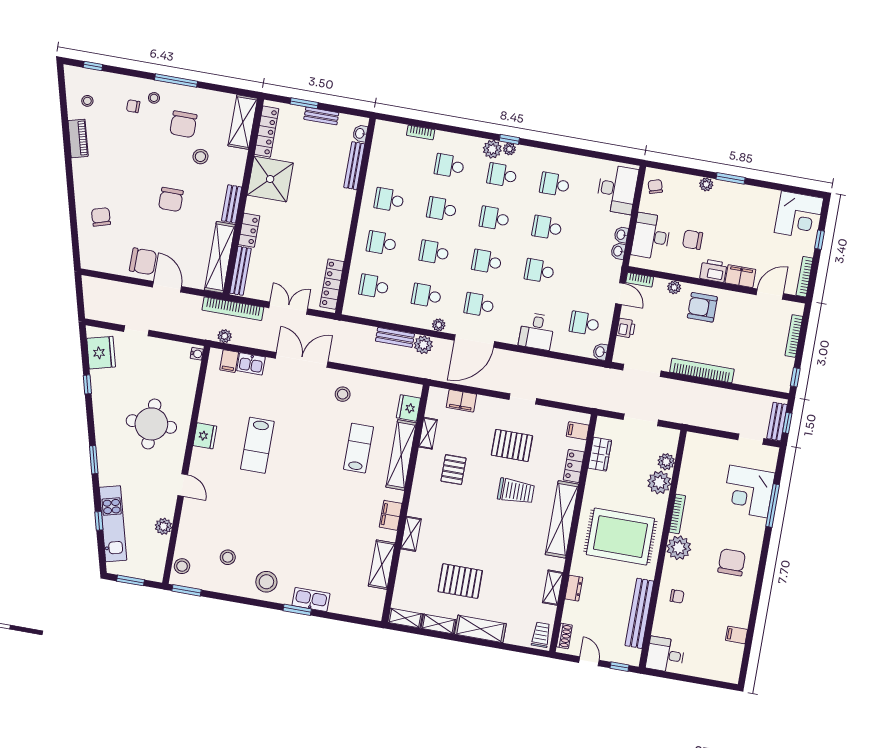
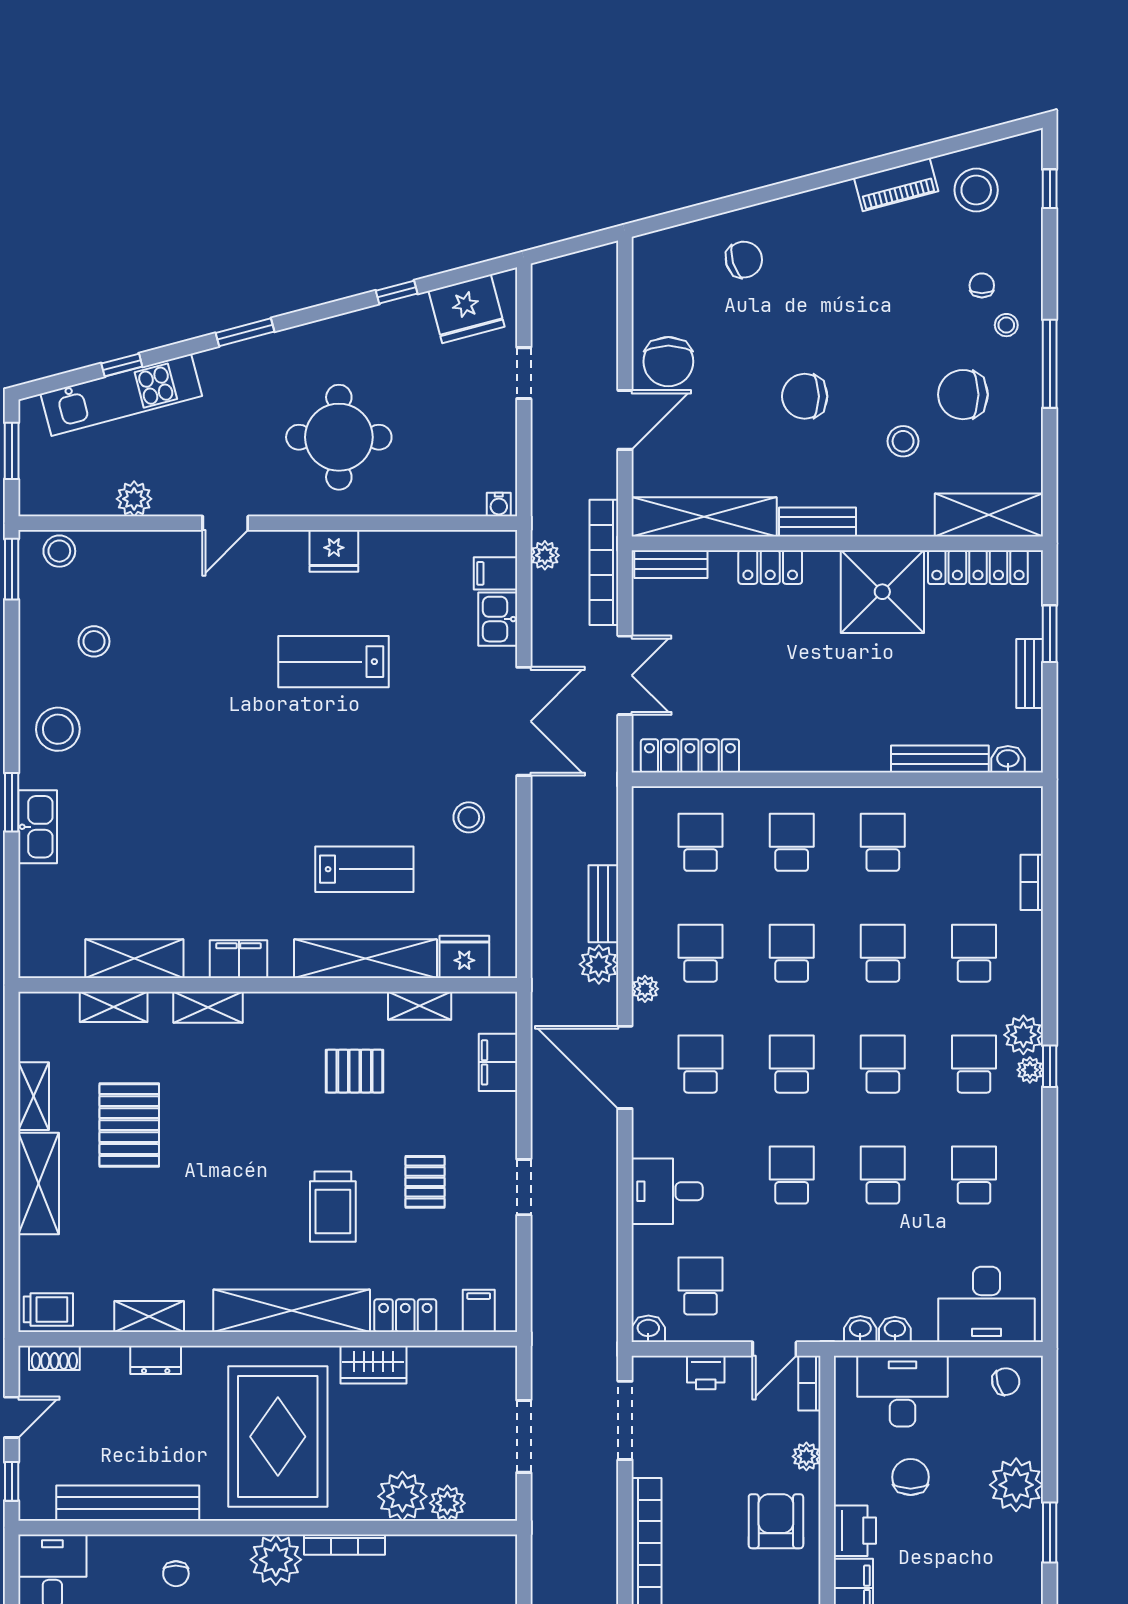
stool: (87, 101) -> (976, 190), width x1.89, depth x1.89
plant: (706, 184) -> (1016, 1485), width x1.88, depth x1.88
bench: (240, 271) -> (671, 564), width x0.73
pallet: (512, 445) -> (425, 1182), width x0.67, depth x0.71
wardrobe: (600, 454) -> (373, 1365), moved
shelving: (405, 618) -> (114, 1007), moved, turned 90

